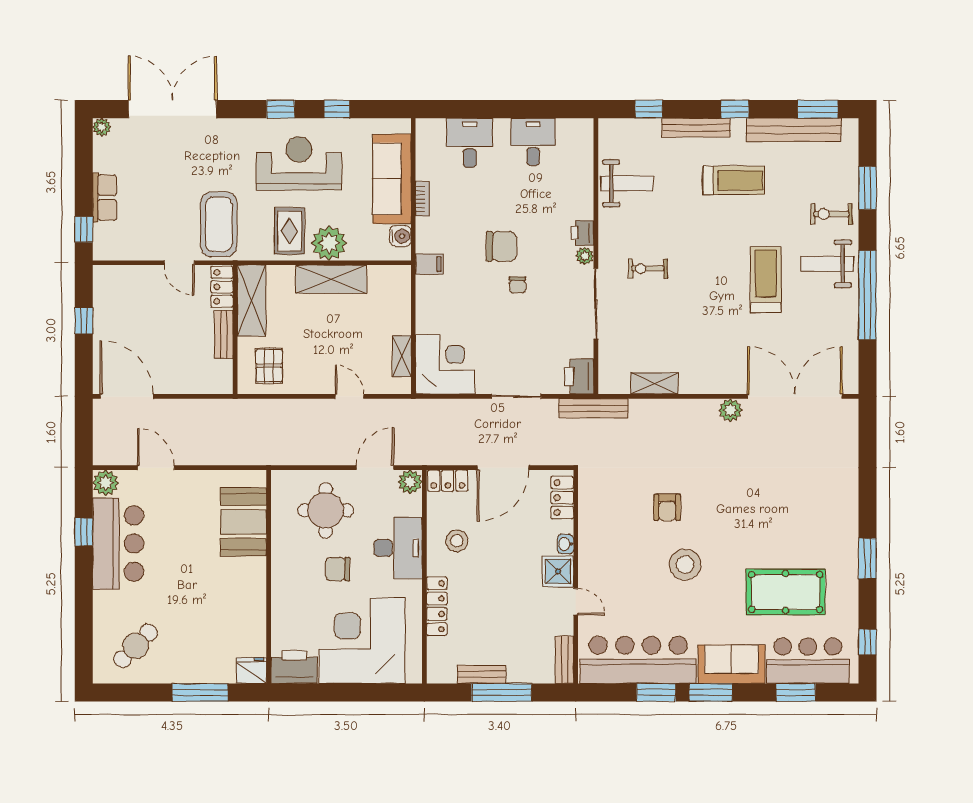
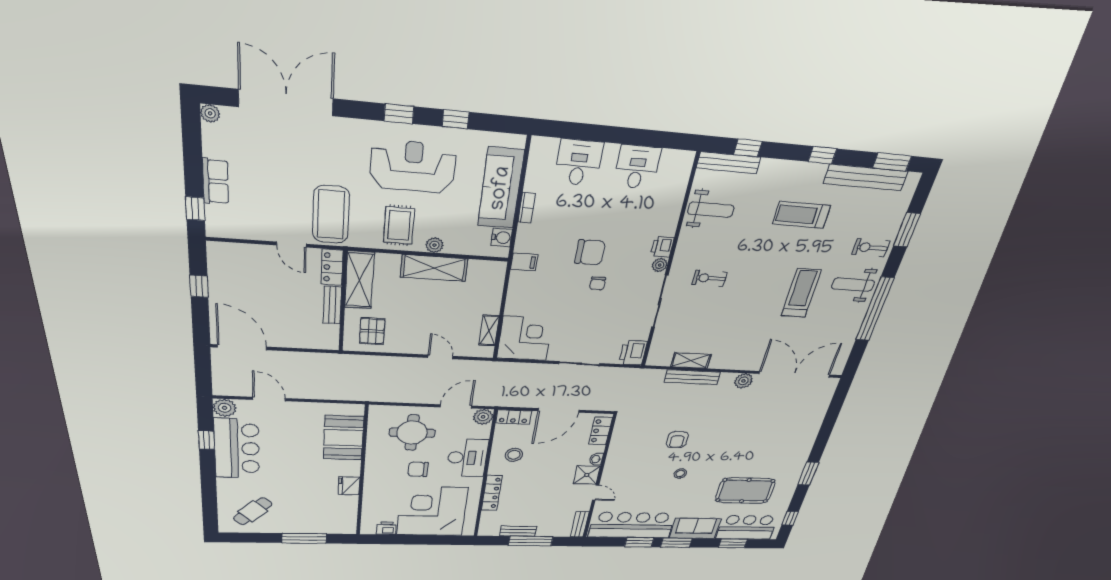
bench: (696, 128) -> (729, 163), moved
treadmill: (734, 180) -> (802, 215), turned 180
plant: (329, 243) -> (435, 245), width x0.53, depth x0.53
bench: (593, 408) -> (692, 377), moved
stool: (685, 565) -> (680, 474), width x0.53, depth x0.53
printer: (294, 667) -> (386, 528), width x0.53, depth x0.68
fridge: (251, 671) -> (349, 486), moved, turned -90

